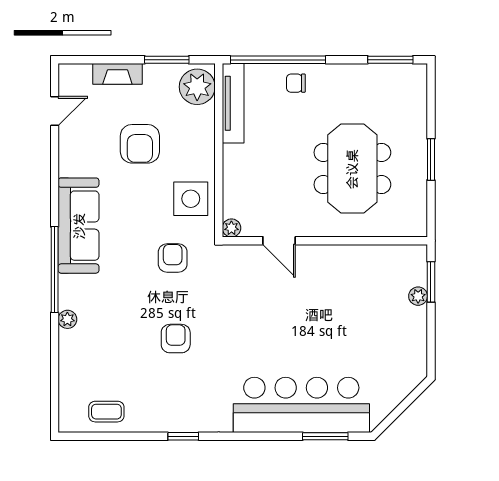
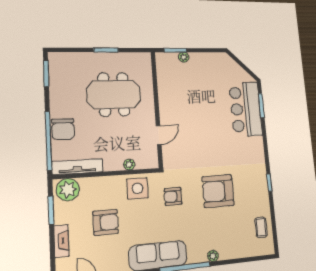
chair: (296, 83) -> (63, 129), width x1.87, depth x1.87
plant: (231, 228) -> (129, 164), moved
armchair: (176, 339) -> (218, 191), width x1.88, depth x1.88
bar counter: (301, 405) -> (246, 109), width x0.73

